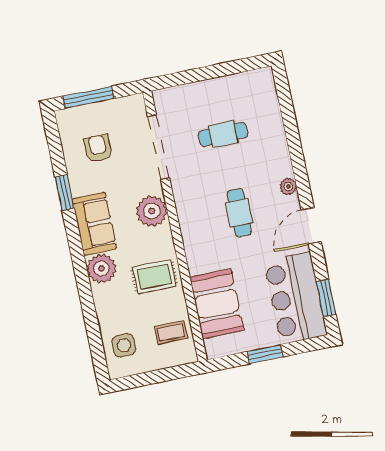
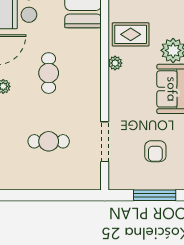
doorway: (159, 147) -> (105, 142), width x0.73
plant: (152, 211) -> (115, 63), moved, width x0.53, depth x0.53

